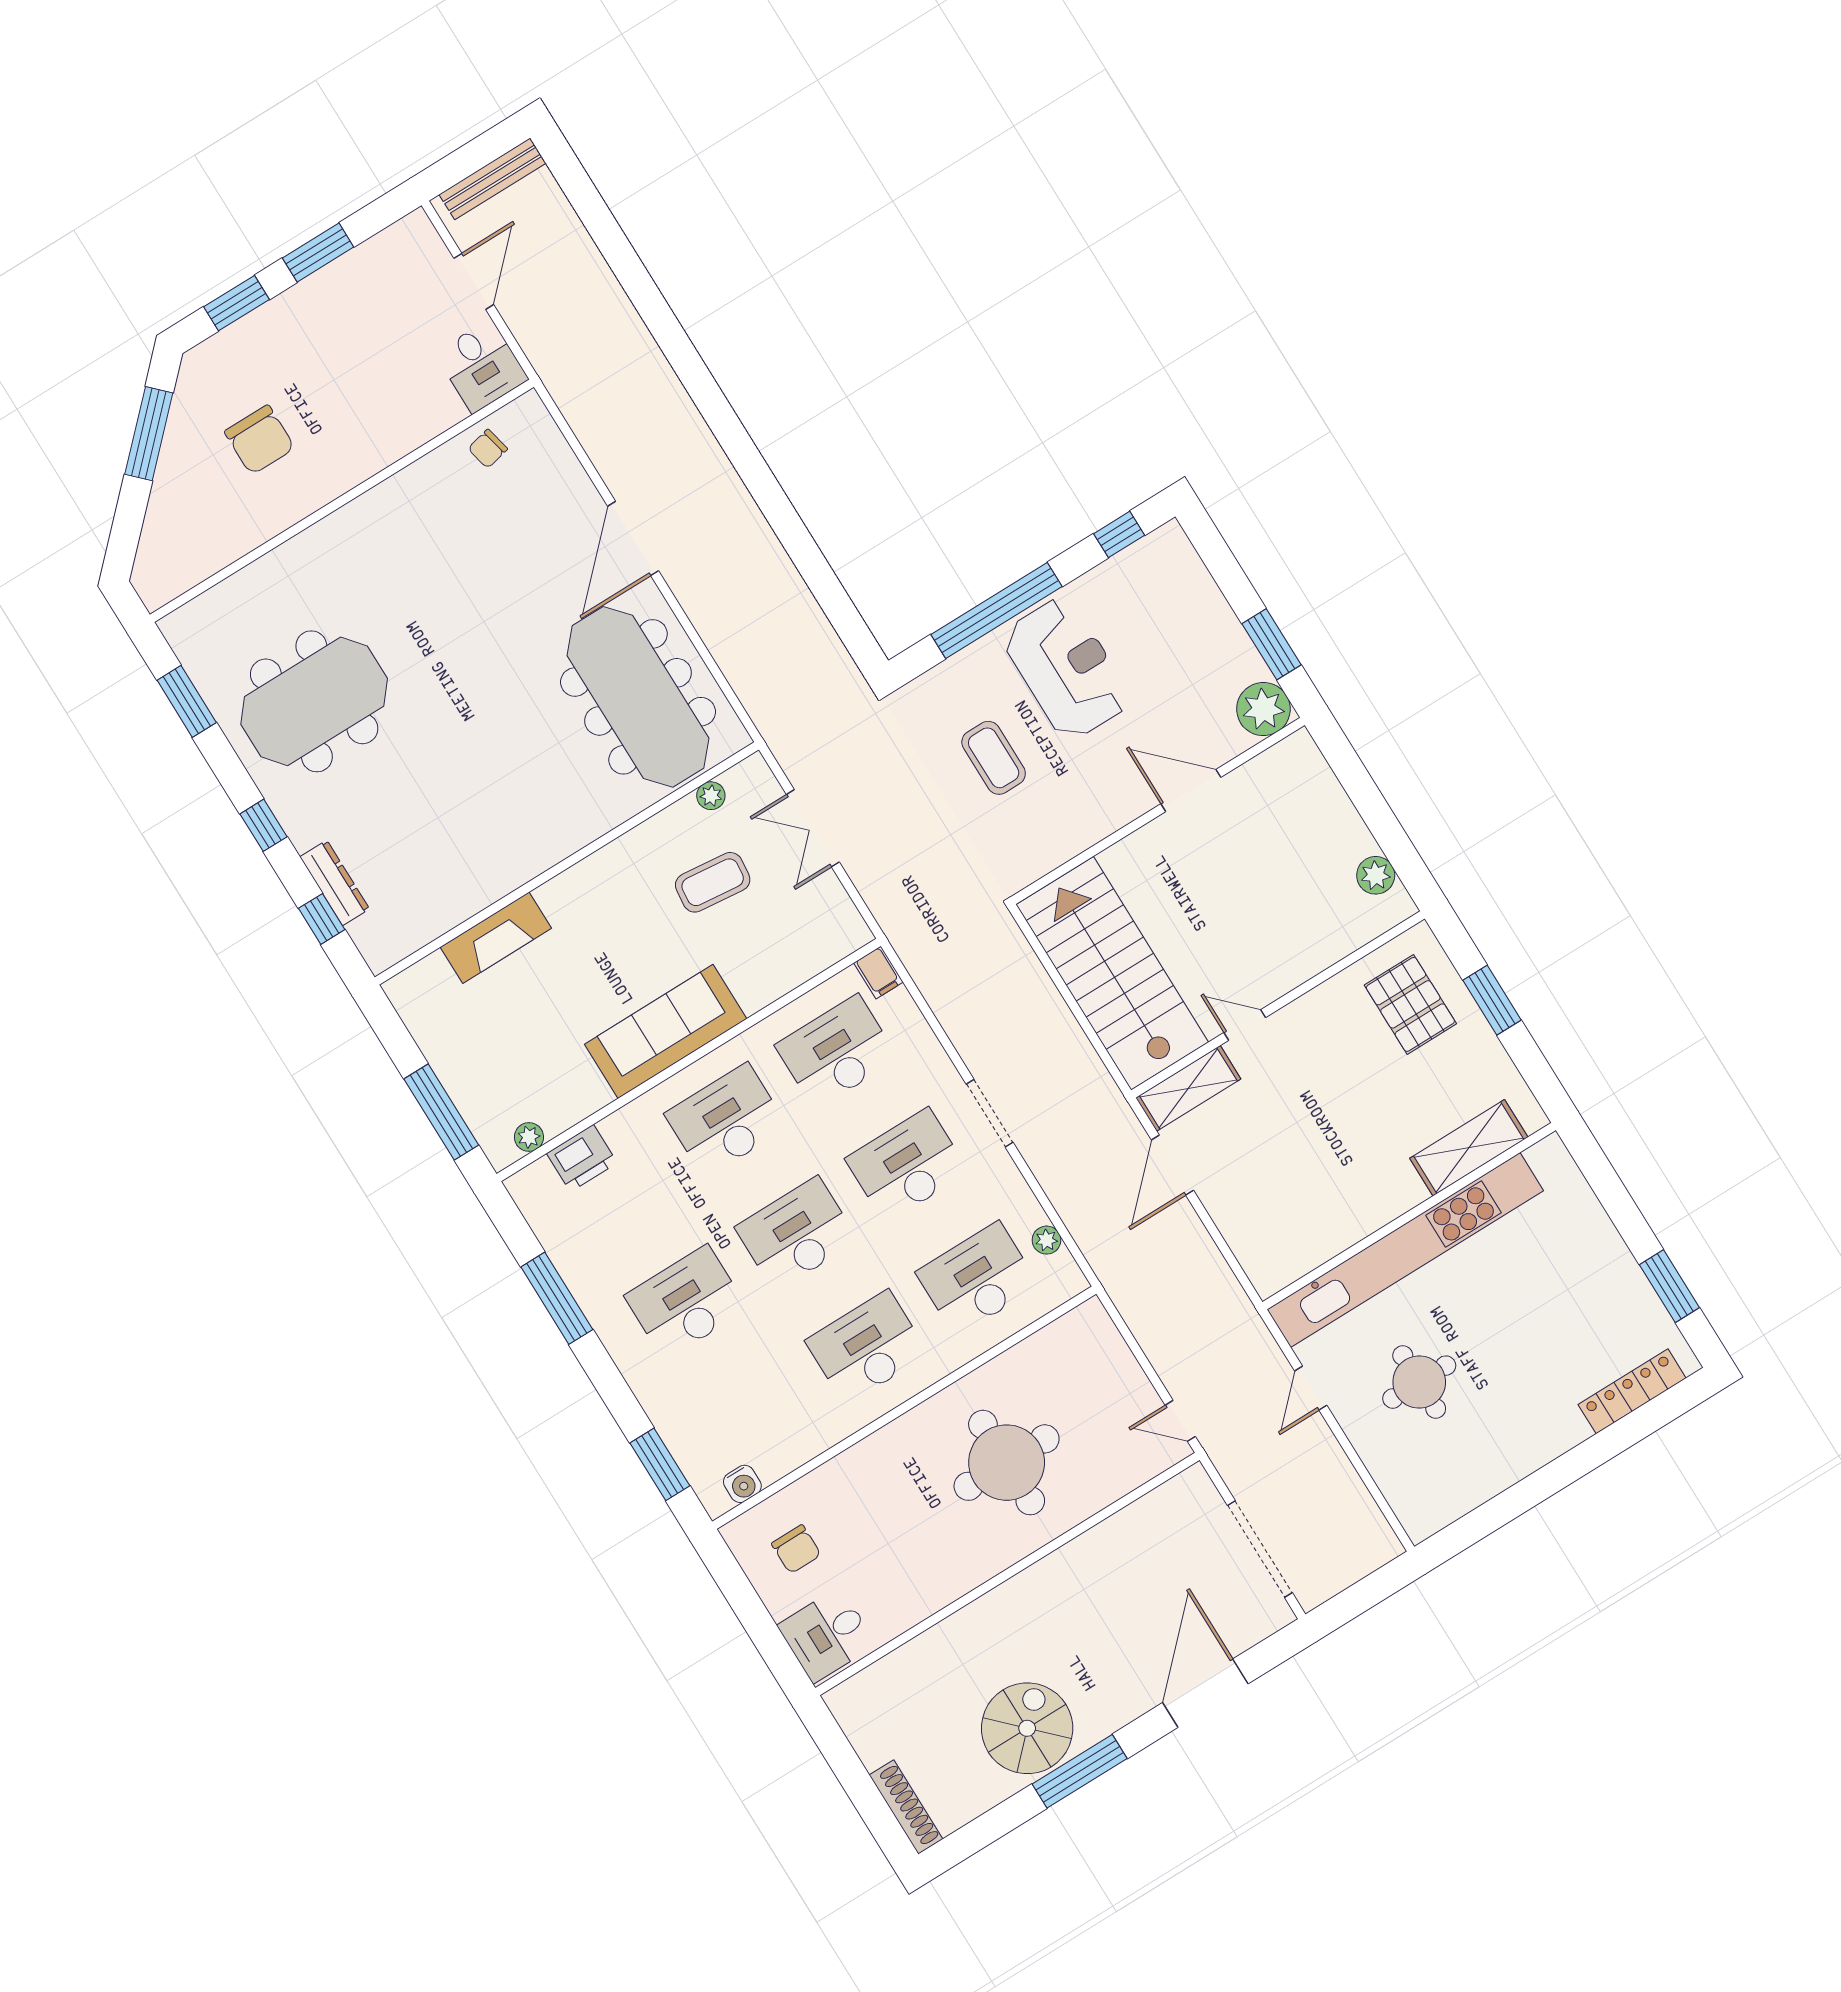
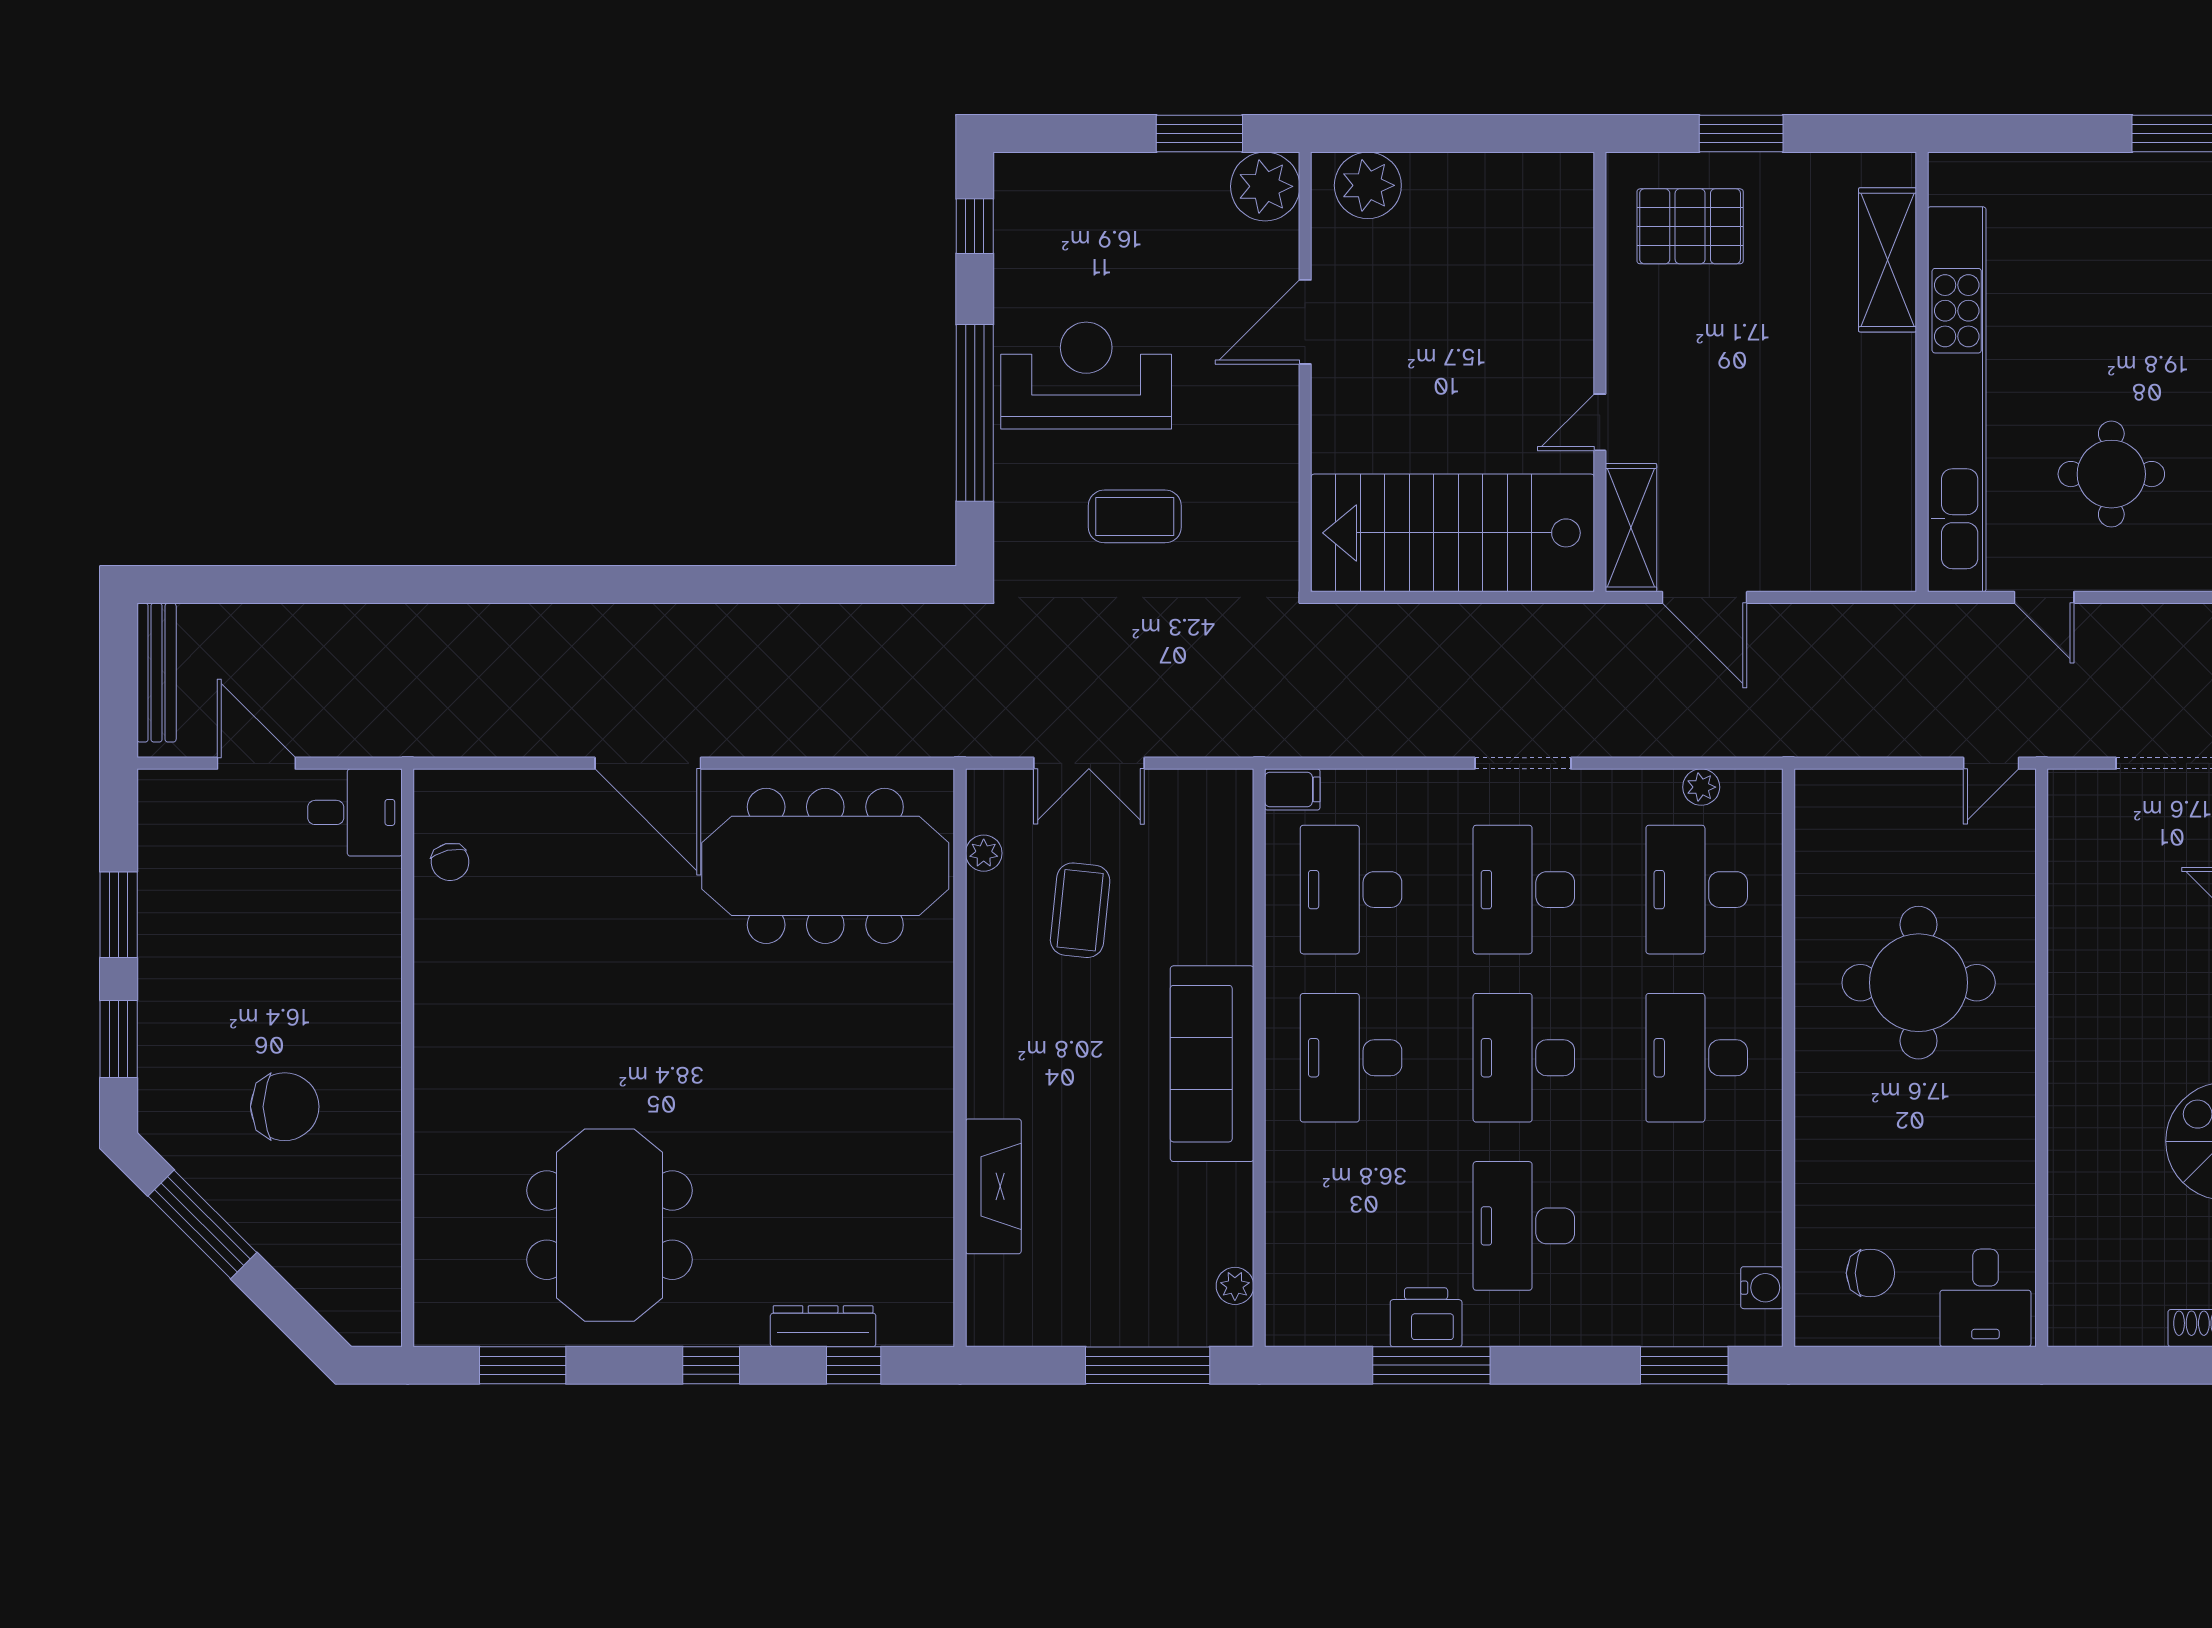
plant: (1376, 875) -> (1368, 185), moved, width x1.36, depth x1.36
printer: (582, 1158) -> (1426, 1317), moved, turned -90

